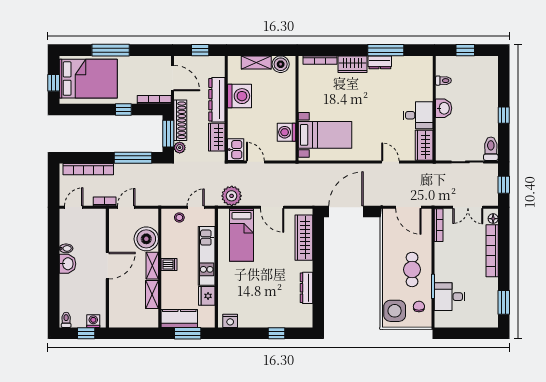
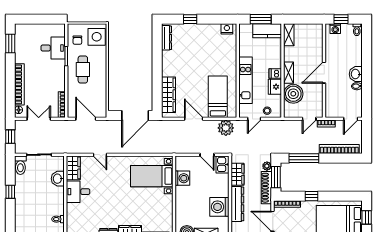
washbasin: (444, 108) -> (58, 179), moved
dresser: (306, 288) -> (166, 38), moved
shelving: (152, 294) -> (289, 35), moved
fridge: (207, 296) -> (275, 87), moved, turned 180

